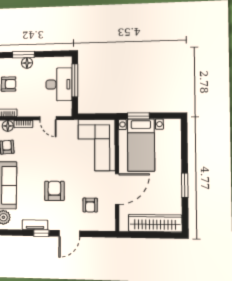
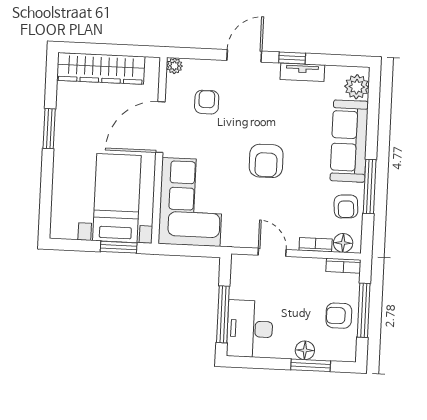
desk: (59, 84) -> (250, 329), moved
armchair: (54, 191) -> (266, 161), moved
plant: (110, 226) -> (174, 66), added

